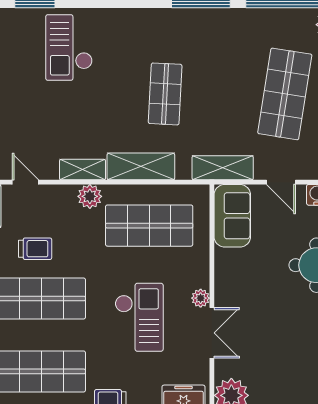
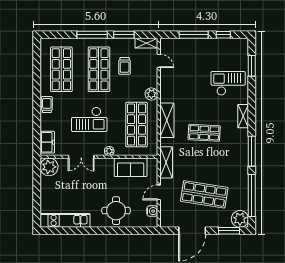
shelving: (83, 170) -> (243, 116), moved
door: (25, 182) -> (159, 61), hinge flipped
sofa: (232, 216) -> (131, 167), moved
plant: (201, 298) -> (109, 151), moved

